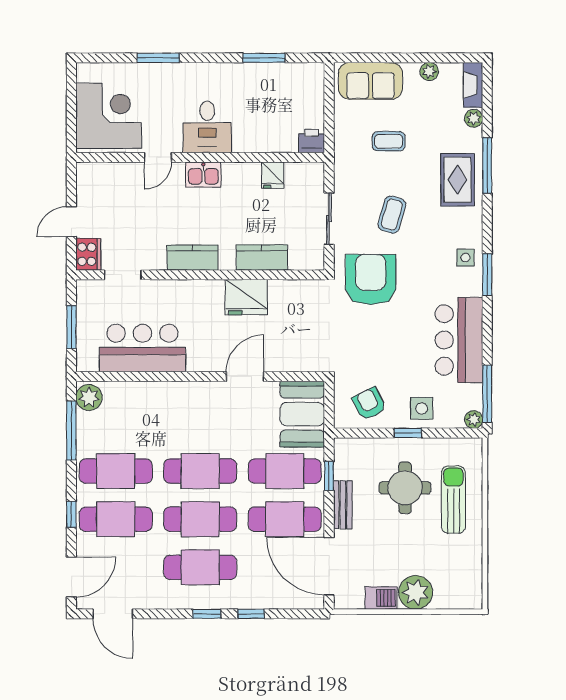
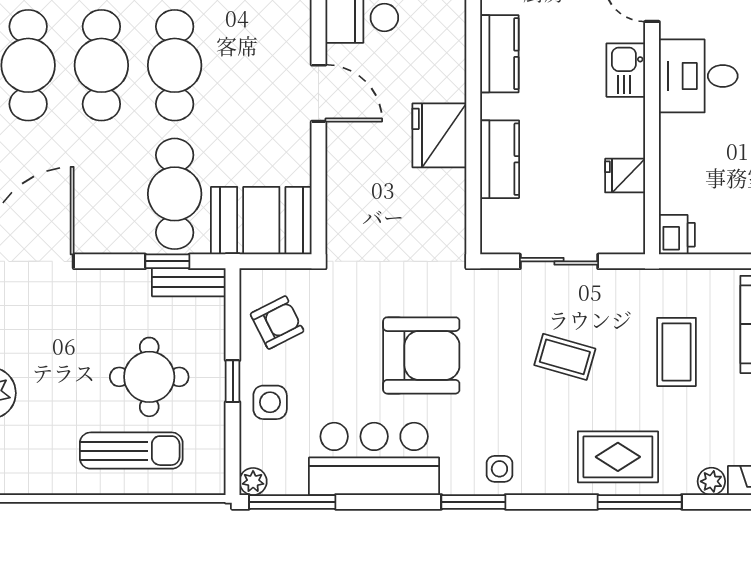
coffee table: (389, 141) -> (677, 352), width x1.36, depth x1.30
armchair: (371, 279) -> (421, 355), moved
door: (245, 377) -> (319, 93), moved
bench: (343, 505) -> (189, 282), moved
cafe table: (285, 519) -> (101, 194), removed

